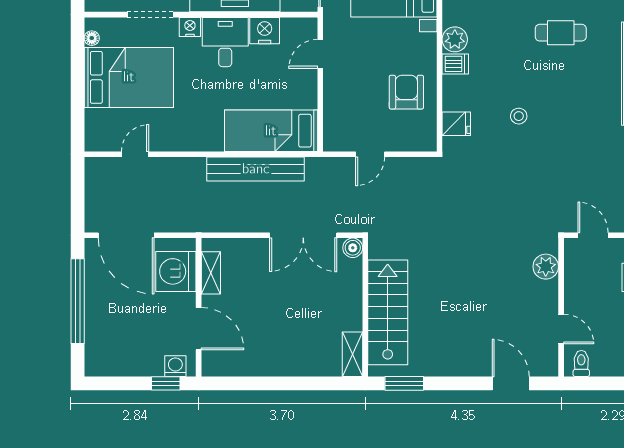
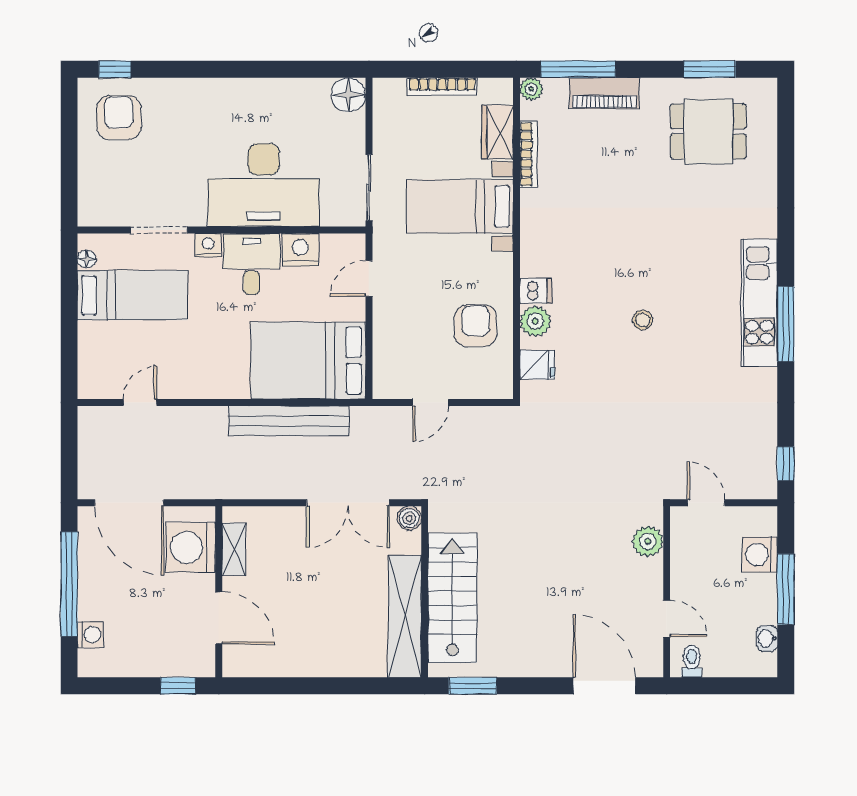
cafe table: (561, 33) -> (666, 252), removed
plant: (455, 39) -> (535, 321), moved
bed: (129, 77) -> (133, 295), width x0.67
stool: (519, 116) -> (643, 320), moved
bed: (271, 131) -> (308, 361), width x1.50
shelving: (352, 354) -> (405, 616), width x2.20, depth x1.33
washing machine: (175, 366) -> (90, 635), moved, turned 90
door: (511, 383) -> (604, 686), width x1.36

